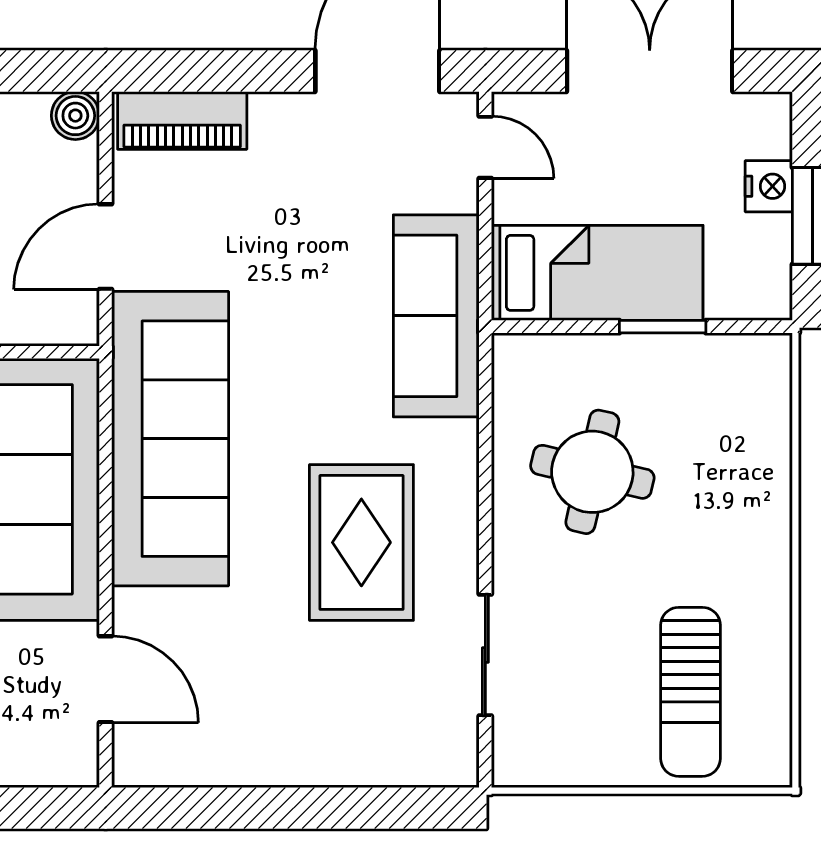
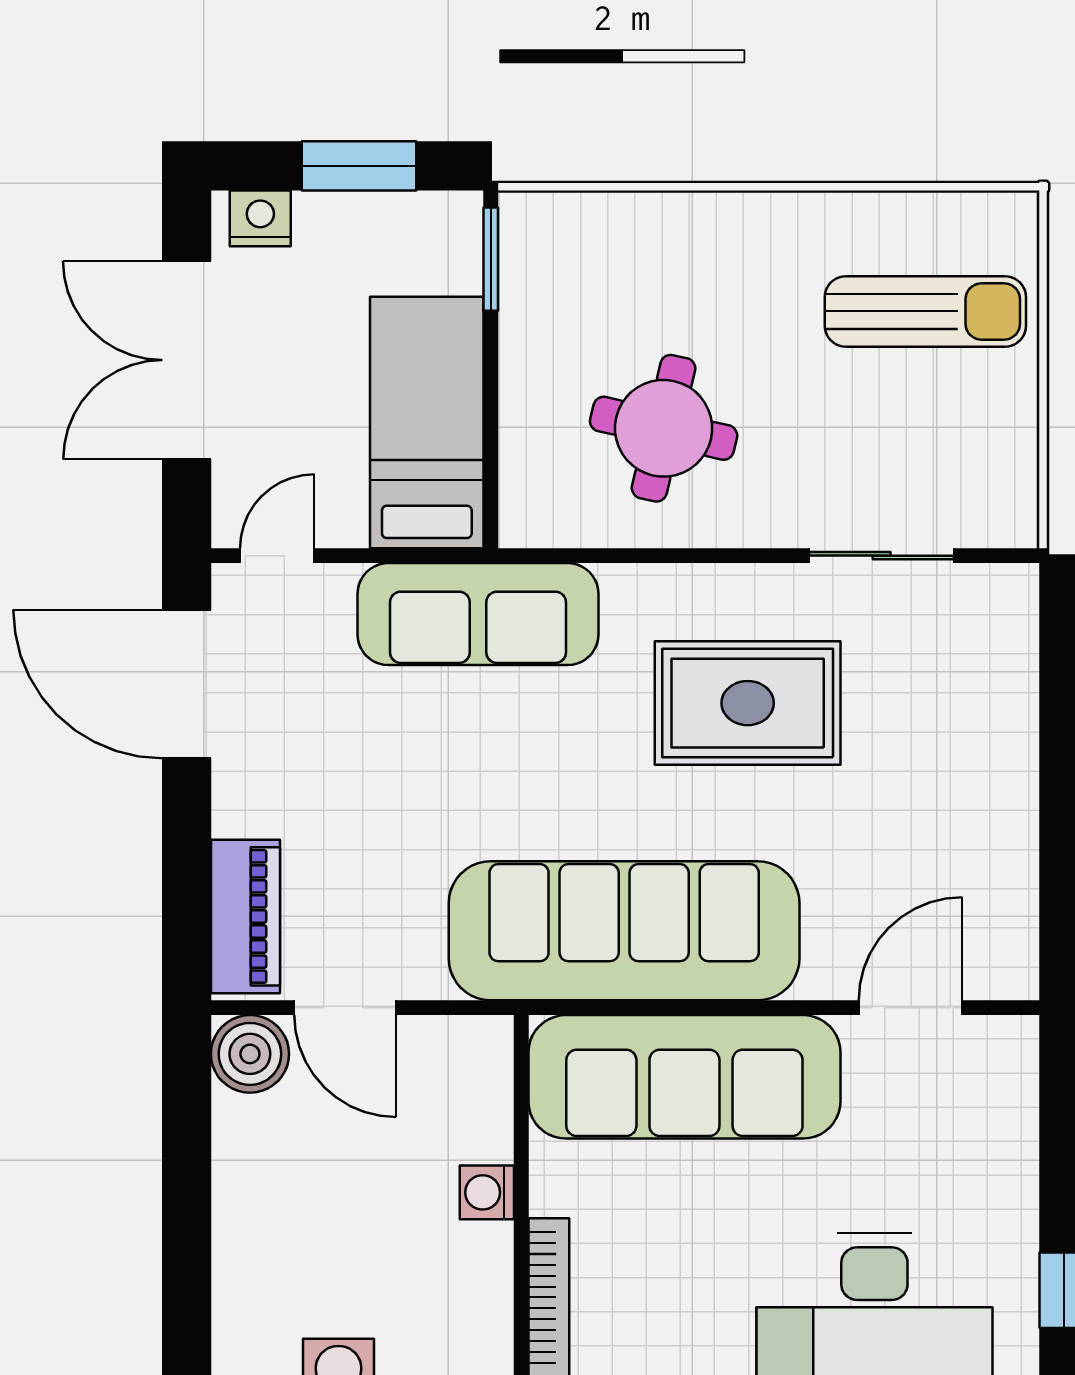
boiler: (75, 116) -> (250, 1054), width x1.36, depth x1.36
nightstand: (769, 186) -> (260, 218), moved
door: (106, 247) -> (345, 1008), moved
window: (663, 327) -> (491, 259), moved

